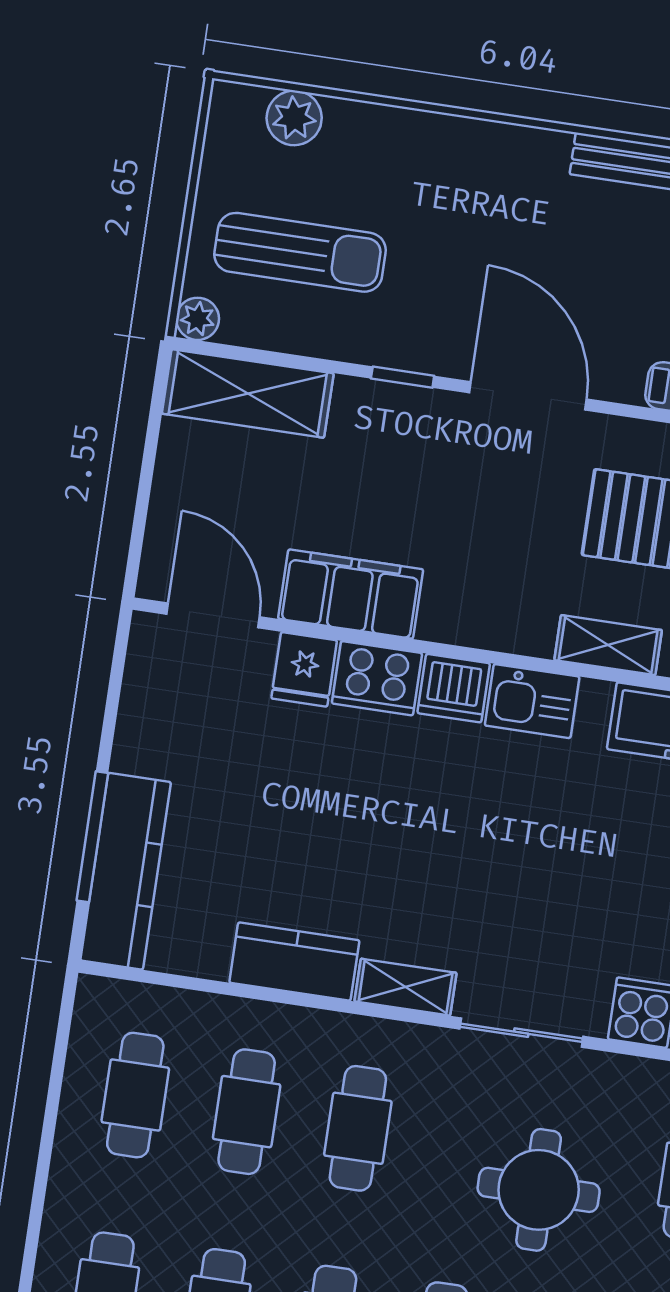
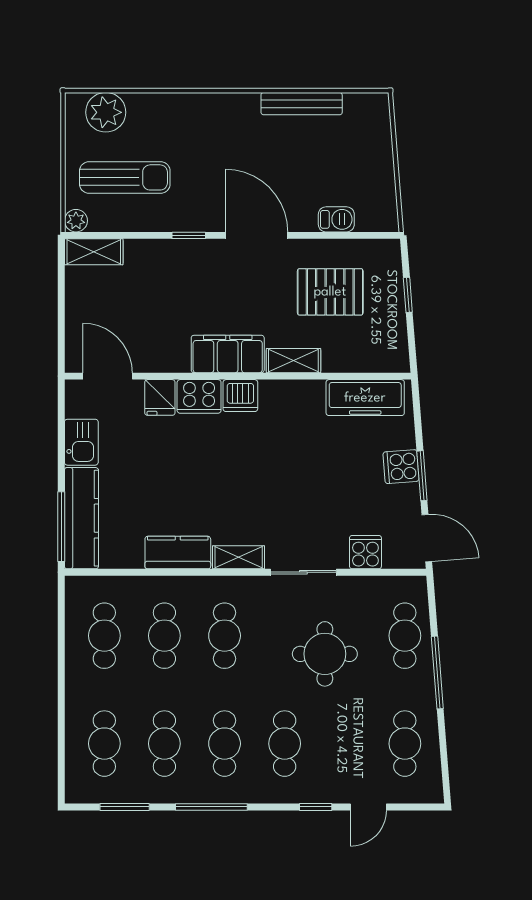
plant: (294, 118) -> (106, 112), width x1.36, depth x1.36
shelving: (248, 393) -> (94, 252), width x0.67, depth x0.75
filing cabinet: (351, 594) -> (228, 354), moved
shelving: (608, 645) -> (293, 361), moved
kitchen sink: (532, 701) -> (81, 442), moved, turned -90
window: (92, 837) -> (61, 527), moved

